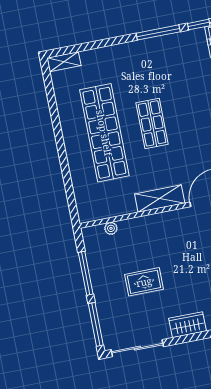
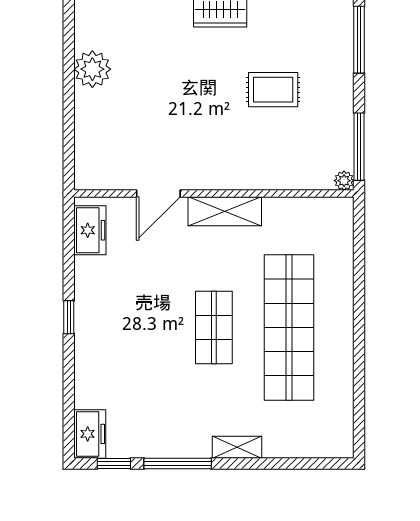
shelving: (64, 62) -> (237, 447), moved
plant: (111, 228) -> (344, 181), moved
window: (86, 273) -> (359, 147), moved

